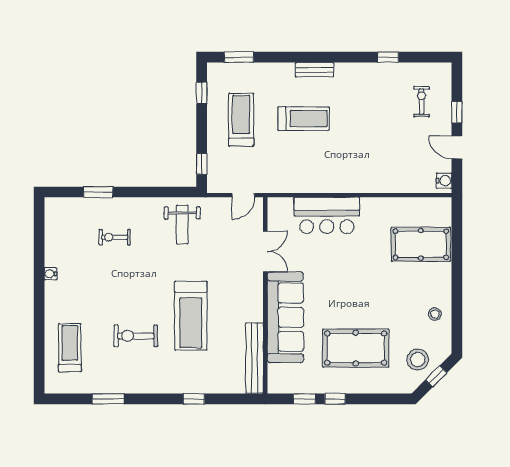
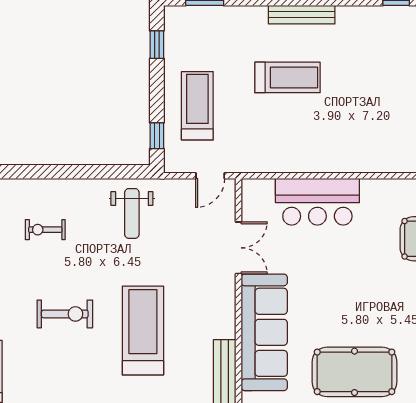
bench: (314, 70) -> (302, 15), width x1.36
treadmill: (241, 120) -> (197, 106), moved
window: (98, 192) -> (24, 172), removed
treadmill: (191, 316) -> (143, 331), turned 180
exercise bike: (136, 336) -> (65, 314), moved, turned 180

